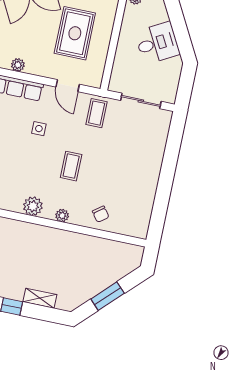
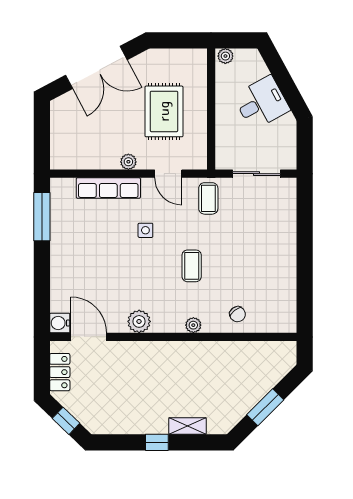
plant: (18, 65) -> (128, 162), moved
plant: (33, 206) -> (139, 321), moved

